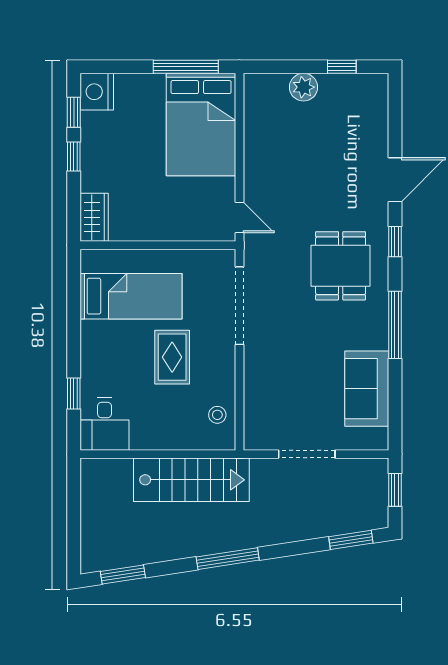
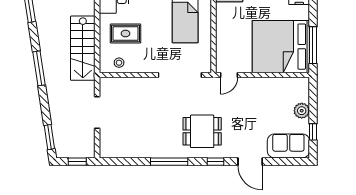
bed: (201, 125) -> (281, 47), width x1.36
rug: (172, 357) -> (126, 34), moved
sofa: (367, 389) -> (288, 146), moved

